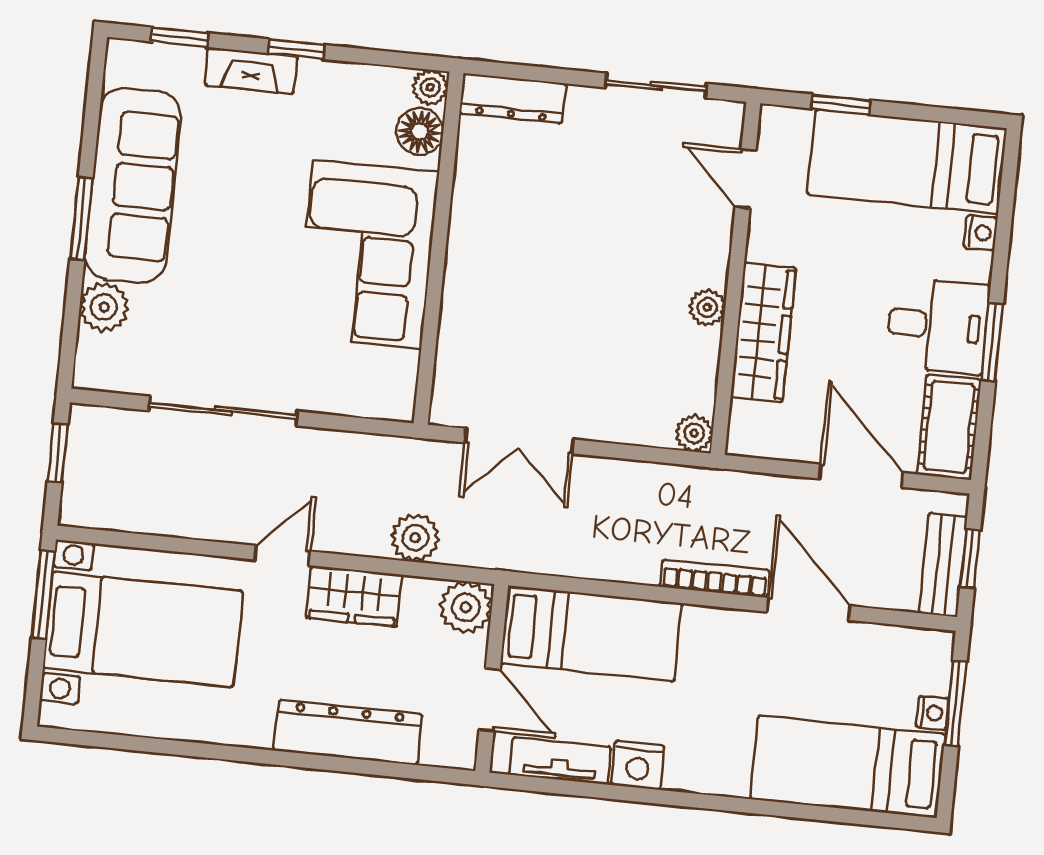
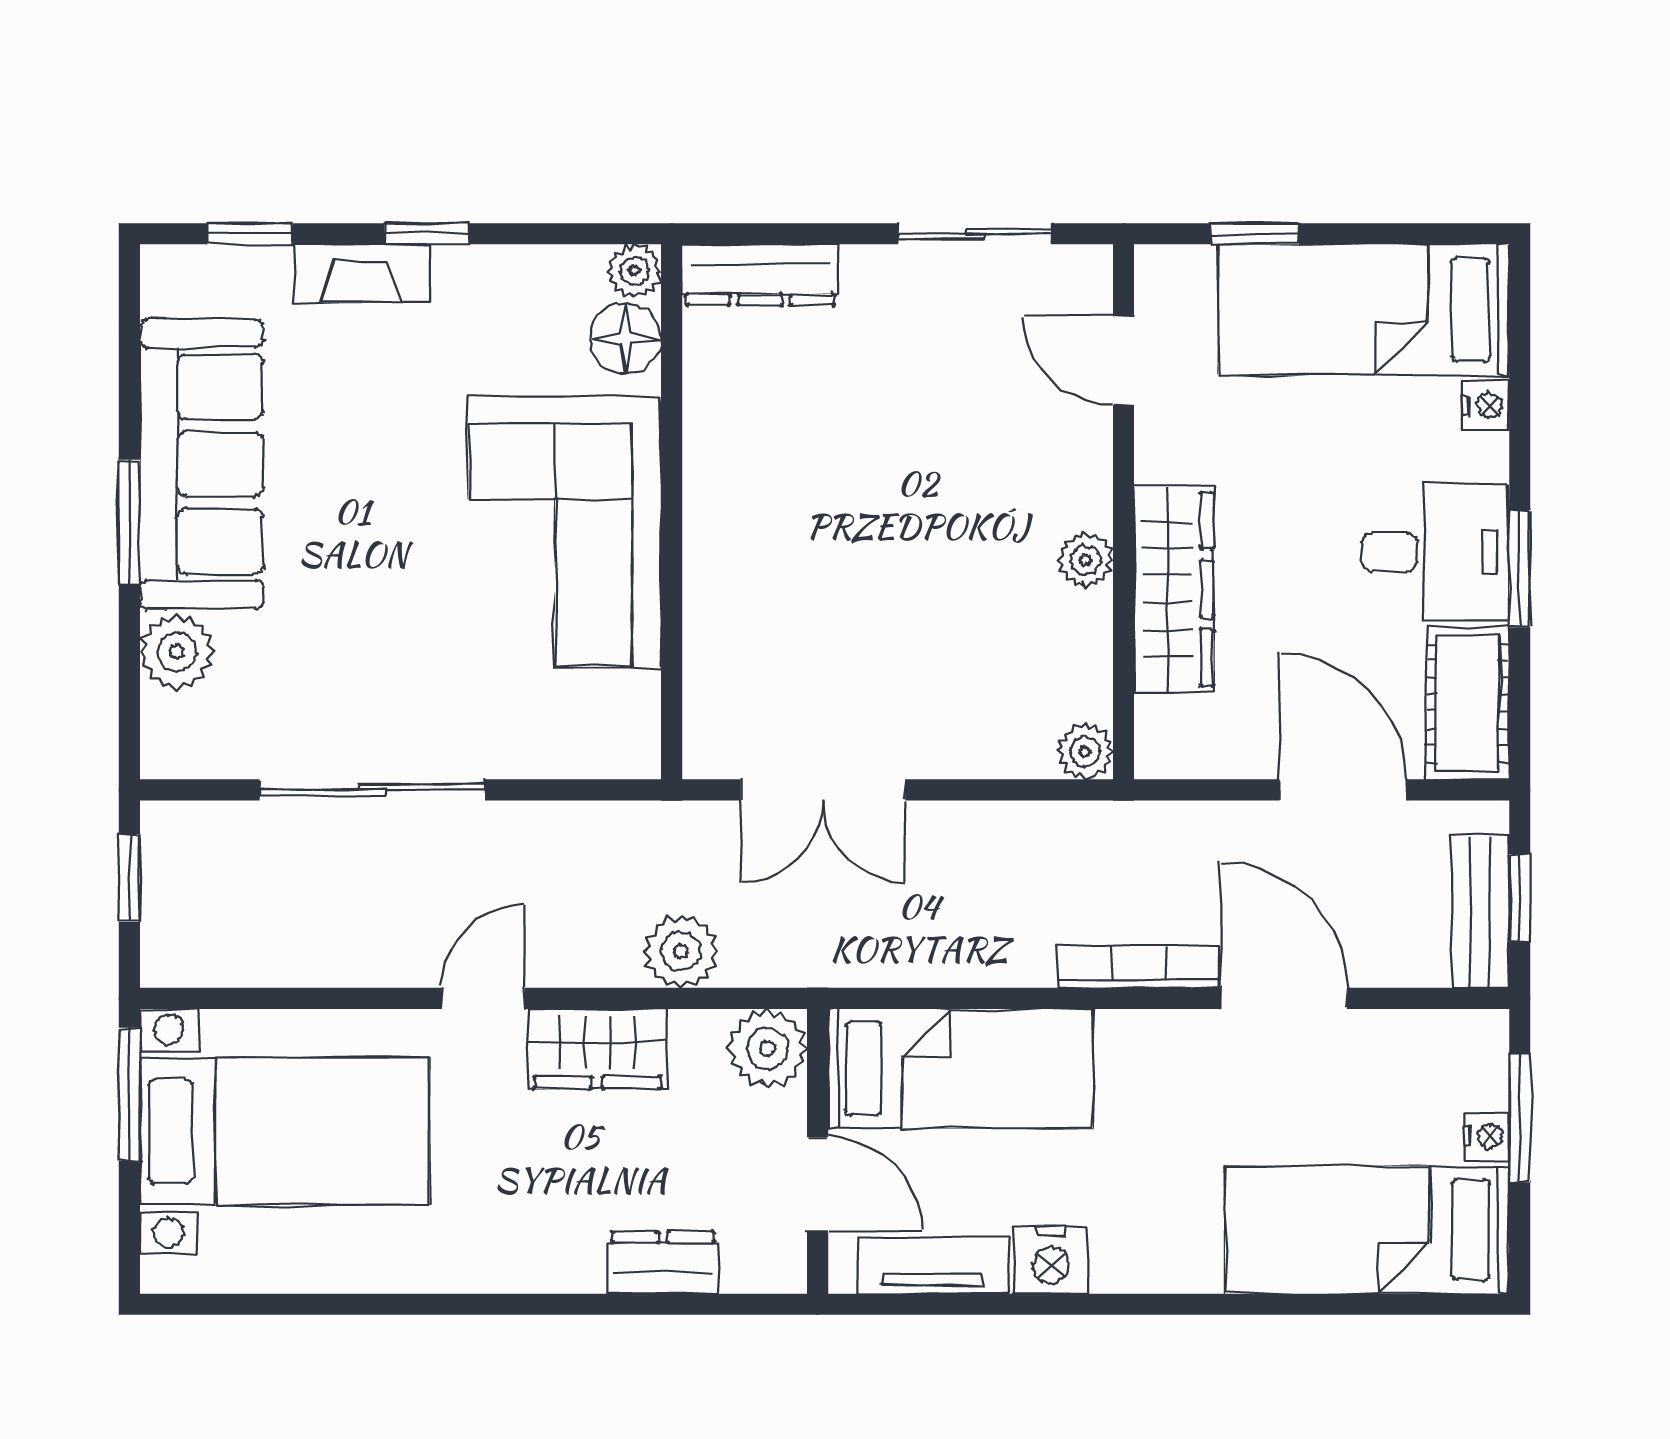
dresser: (348, 732) -> (663, 1263), width x0.51, depth x0.80

